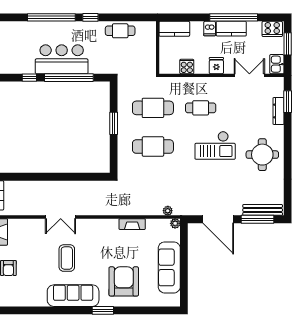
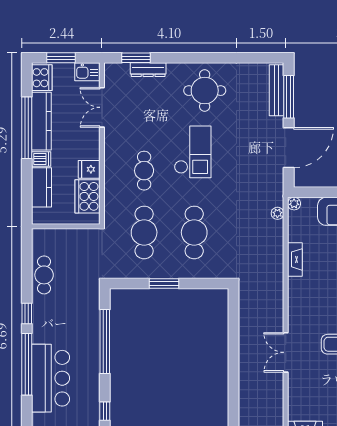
kitchen counter: (174, 29) -> (41, 187), moved
kitchen counter: (231, 29) -> (41, 121), width x1.50
bar counter: (62, 59) -> (50, 378), moved, turned 180
fridge: (216, 66) -> (89, 169), moved
cooker: (187, 67) -> (87, 196), width x1.87, depth x1.31
window: (29, 78) -> (105, 411), moved
double door: (61, 217) -> (286, 352), swing flipped

